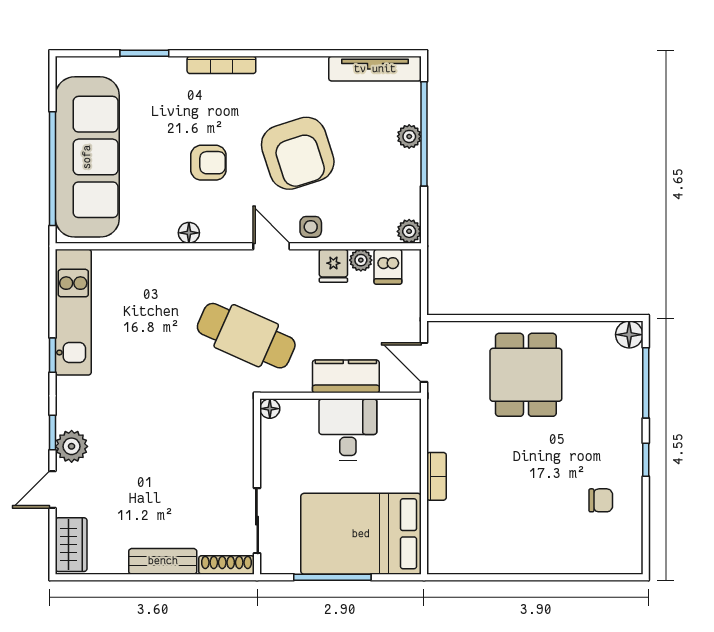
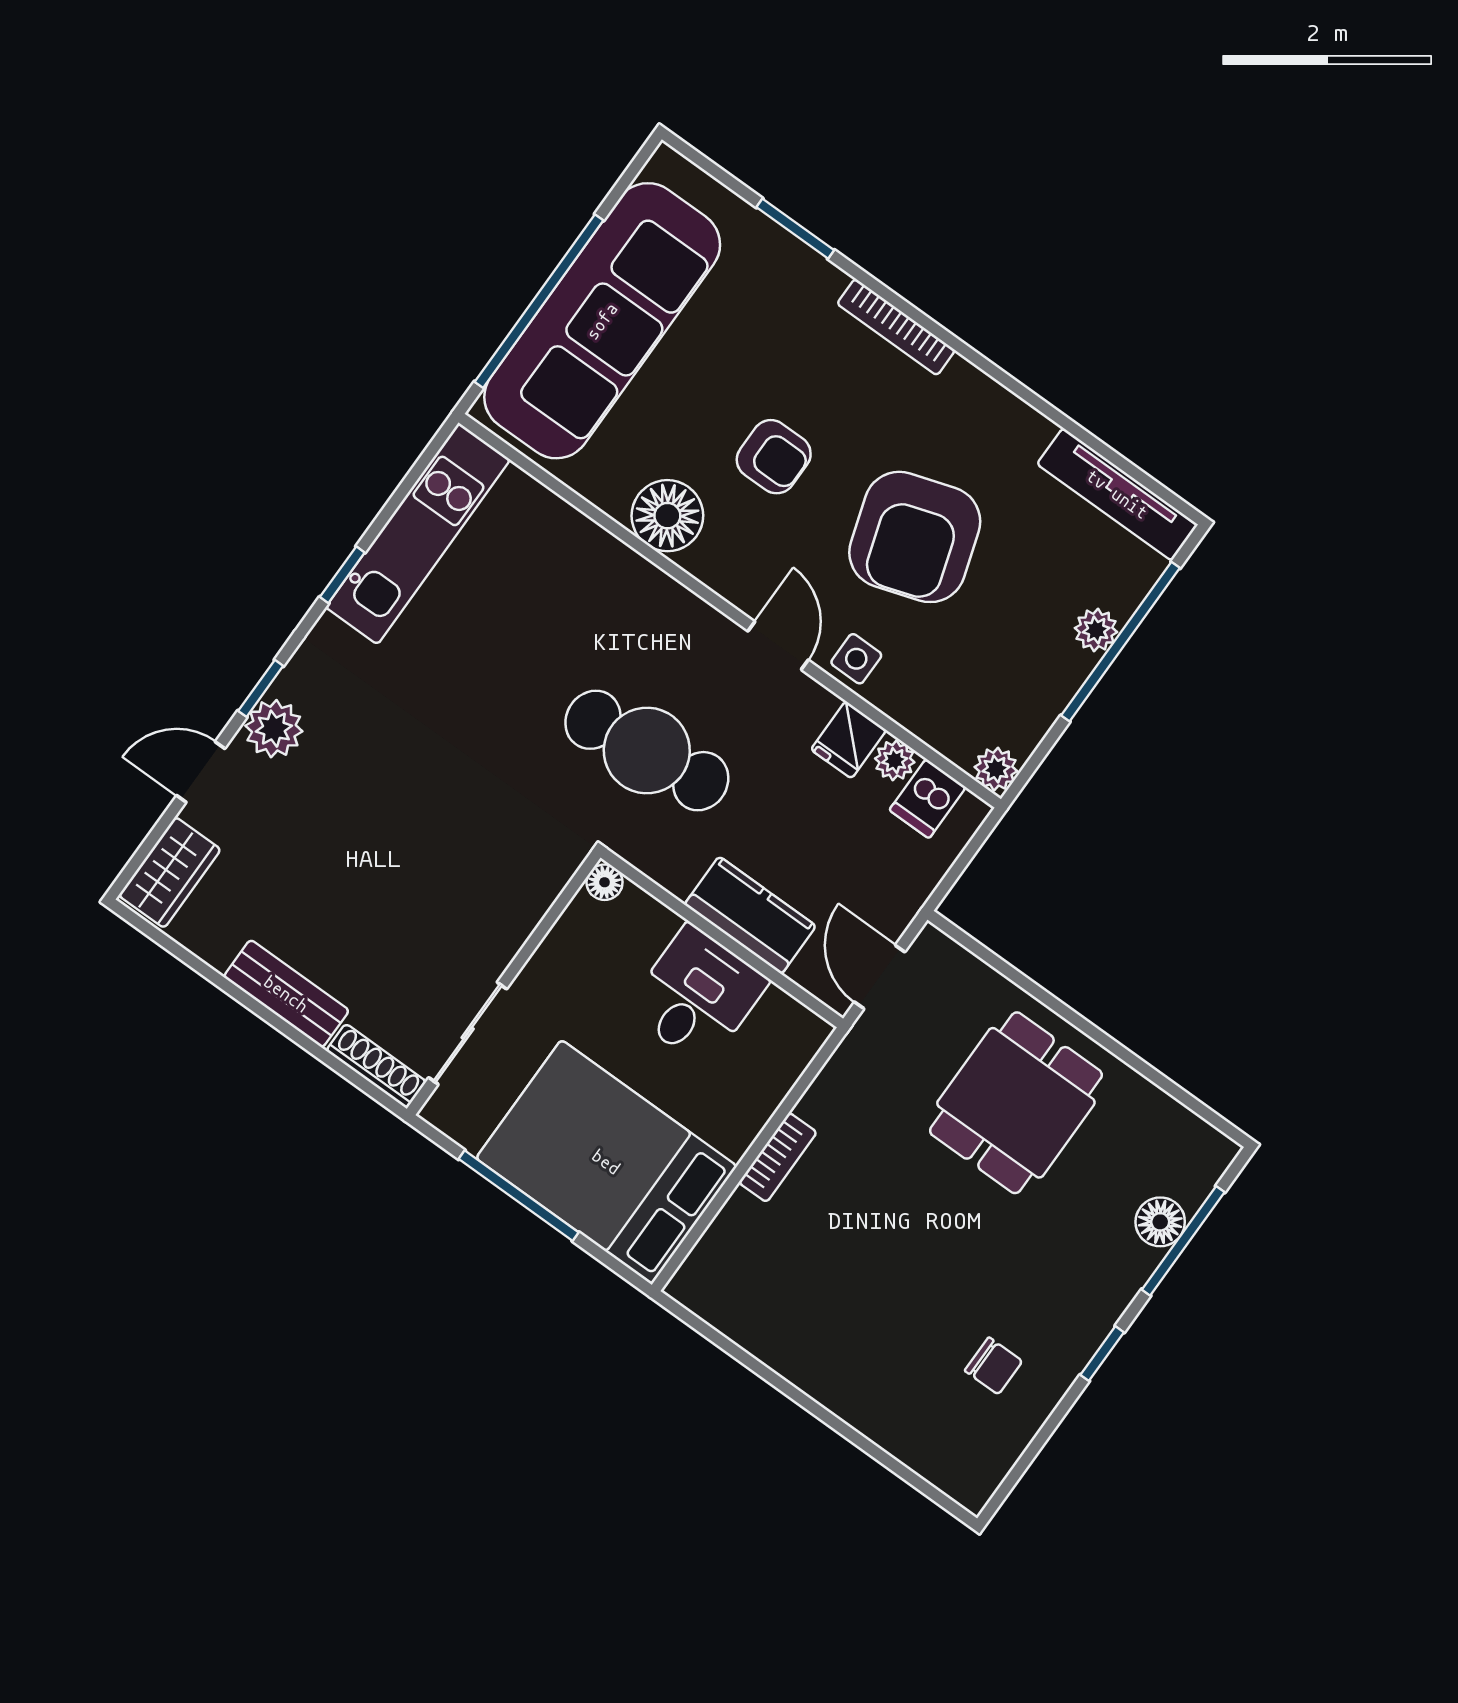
floor lamp: (189, 233) -> (667, 516), width x1.89, depth x1.89
floor lamp: (629, 335) -> (1160, 1222), moved
cafe table: (246, 336) -> (647, 750), turned -30

